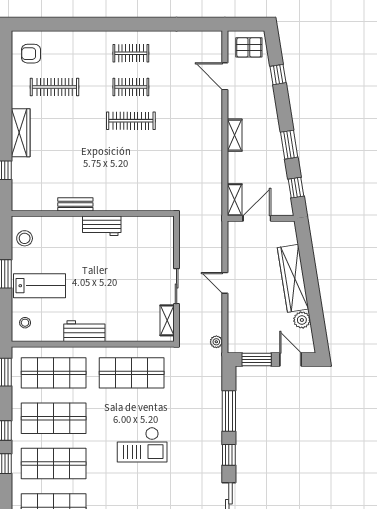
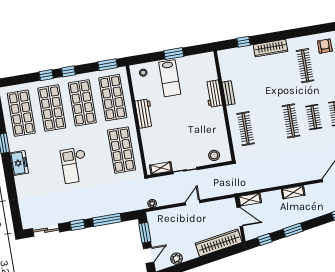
clothes rail: (131, 188) -> (246, 129), added
workbench: (102, 226) -> (214, 94), moved
stool: (25, 238) -> (214, 155), moved
wardrobe: (293, 278) -> (219, 243), moved

